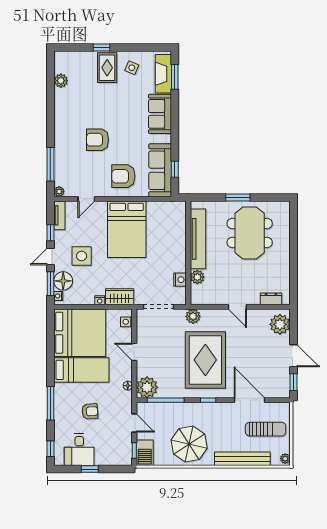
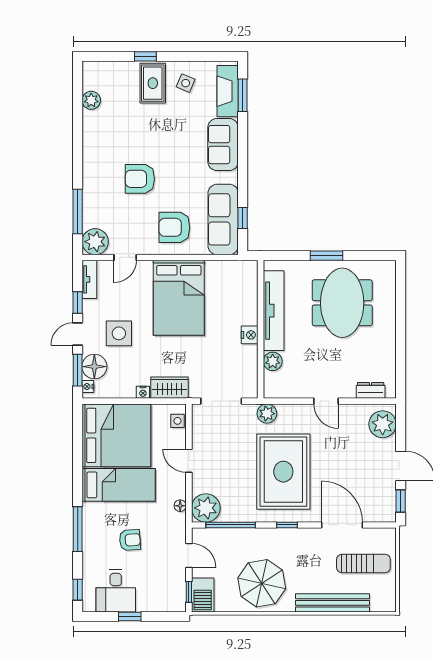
plant: (59, 192) -> (95, 242), width x1.88, depth x1.88
nightstand: (180, 280) -> (250, 335), moved
plant: (285, 459) -> (389, 603), removed

